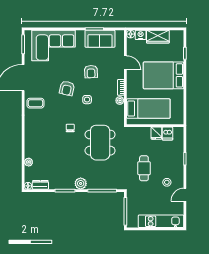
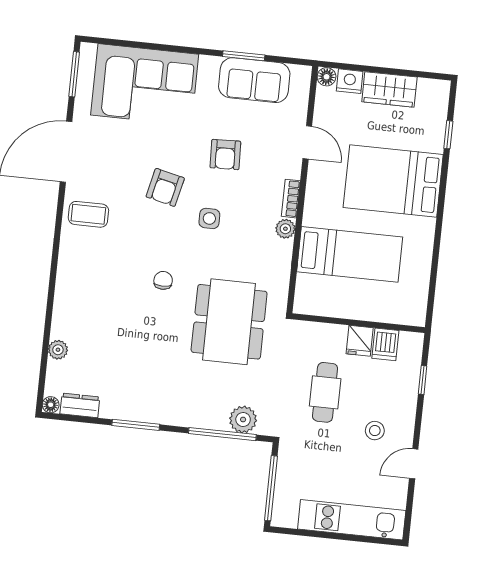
wall: (155, 126) -> (358, 323), moved
fridge: (156, 133) -> (360, 341), moved
dishwasher: (167, 134) -> (385, 344), moved
plant: (81, 183) -> (243, 419), moved

